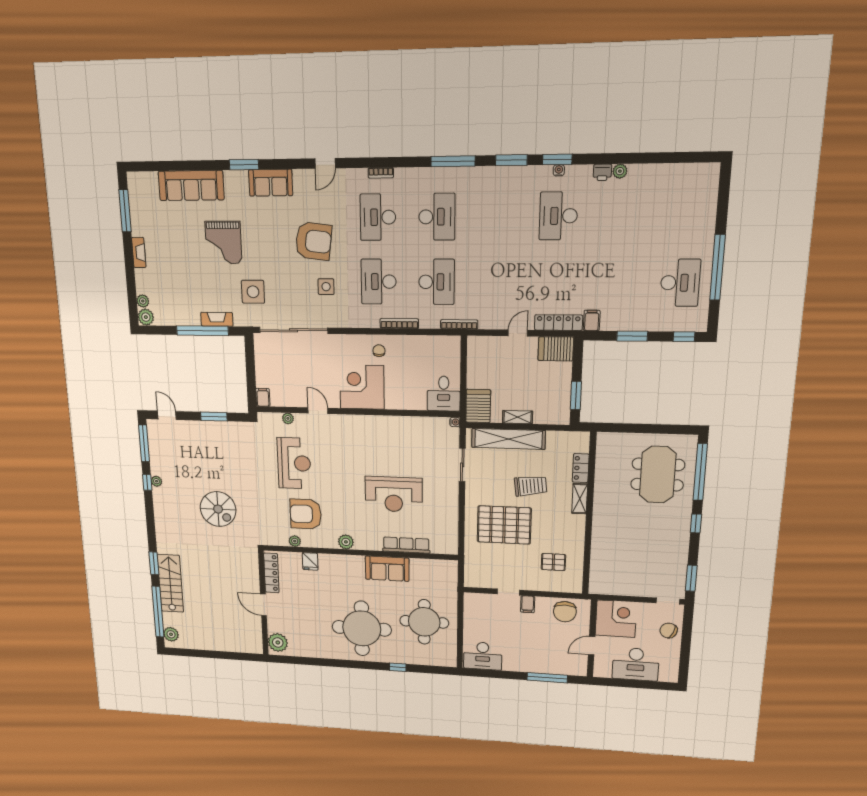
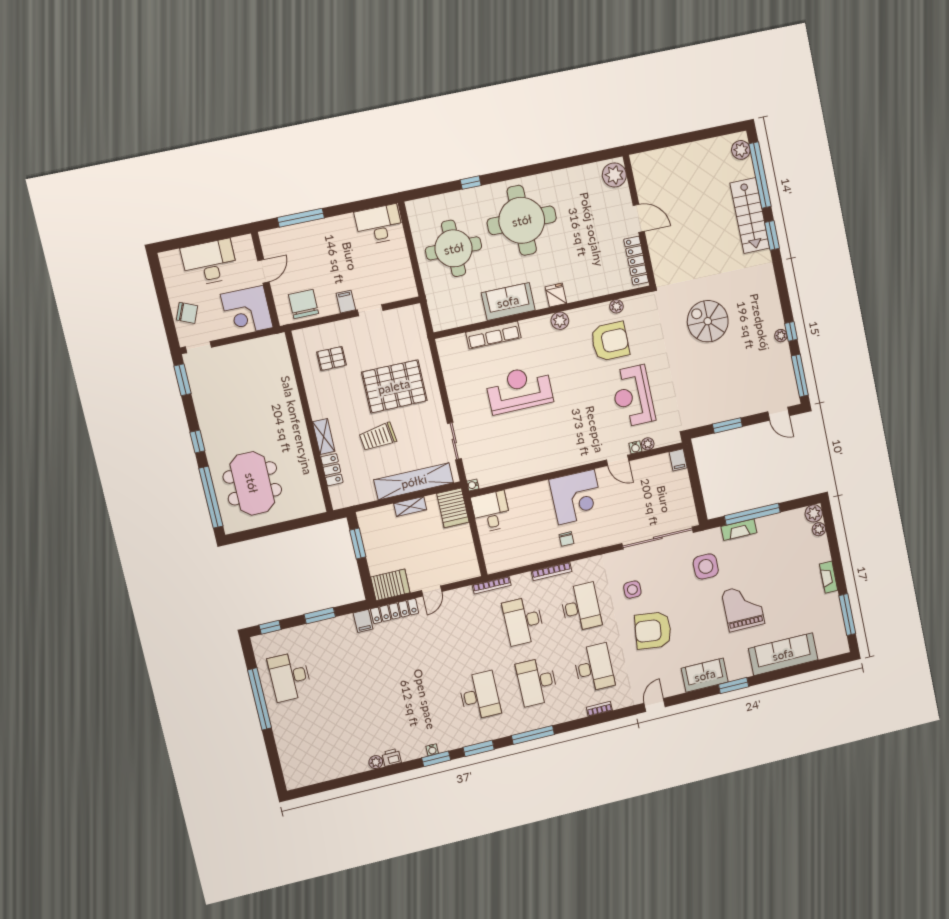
desk: (558, 216) -> (480, 696), moved
water cooler: (300, 418) -> (635, 447), added
fridge: (310, 561) -> (556, 295), moved

